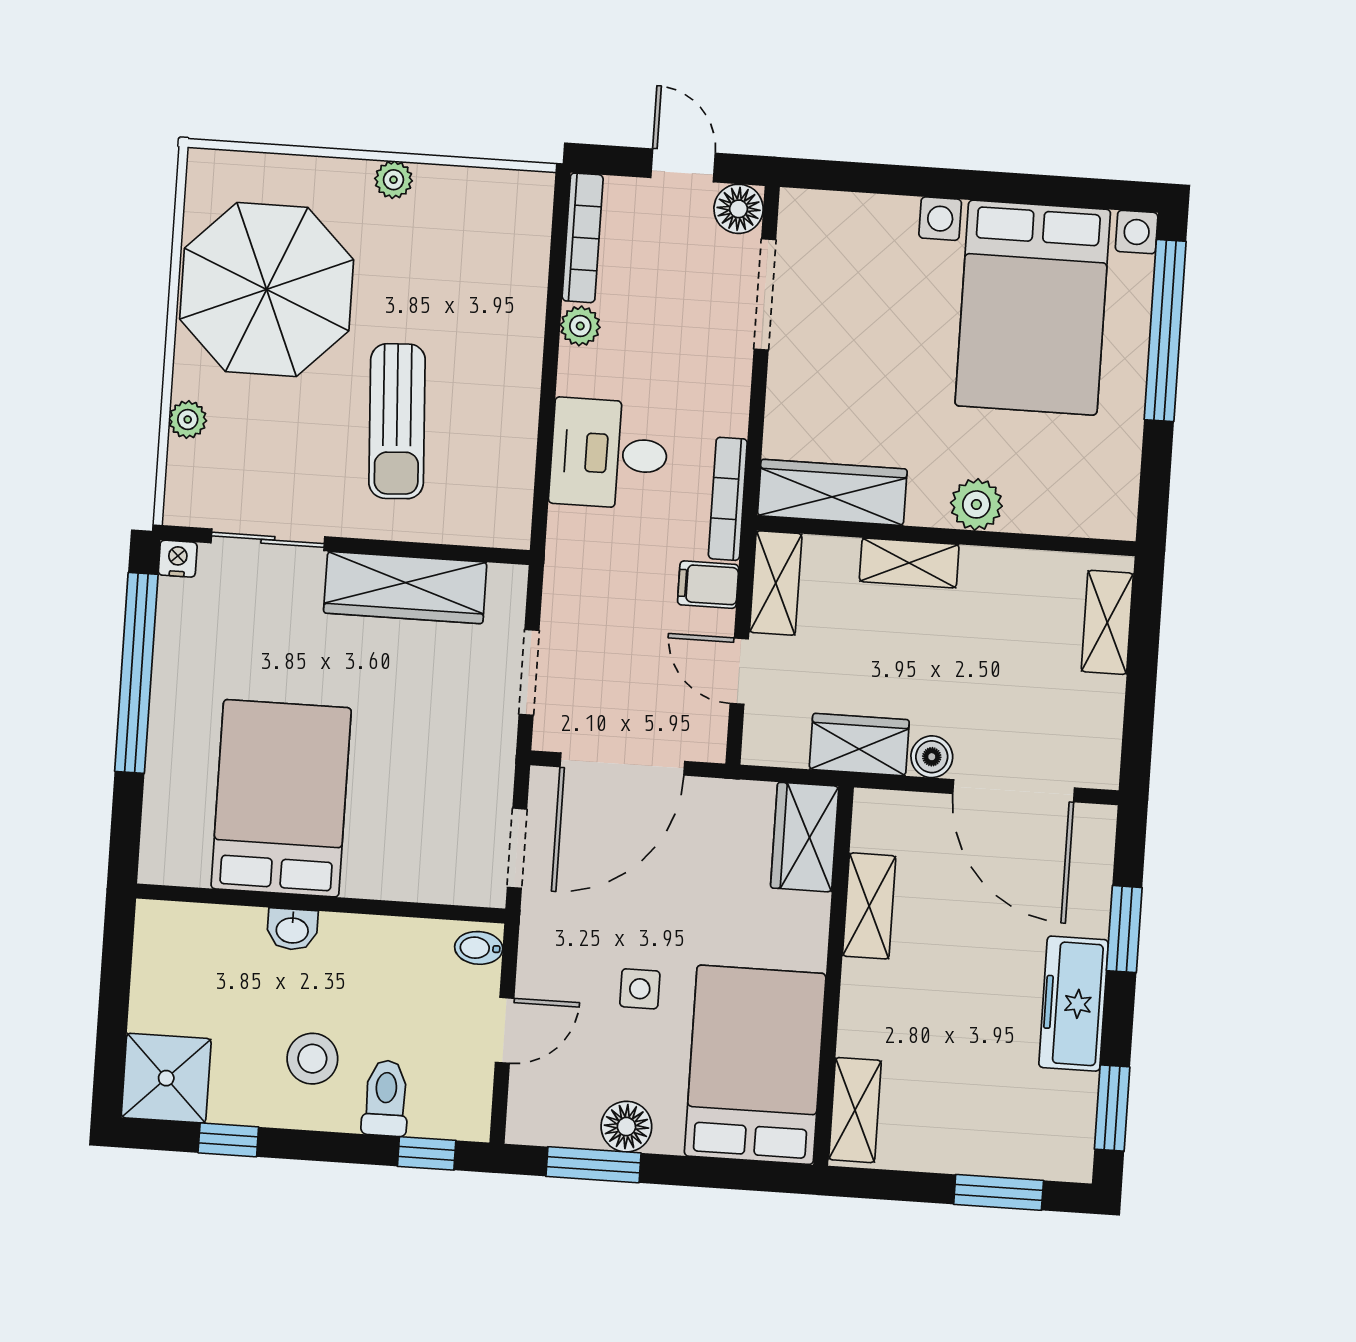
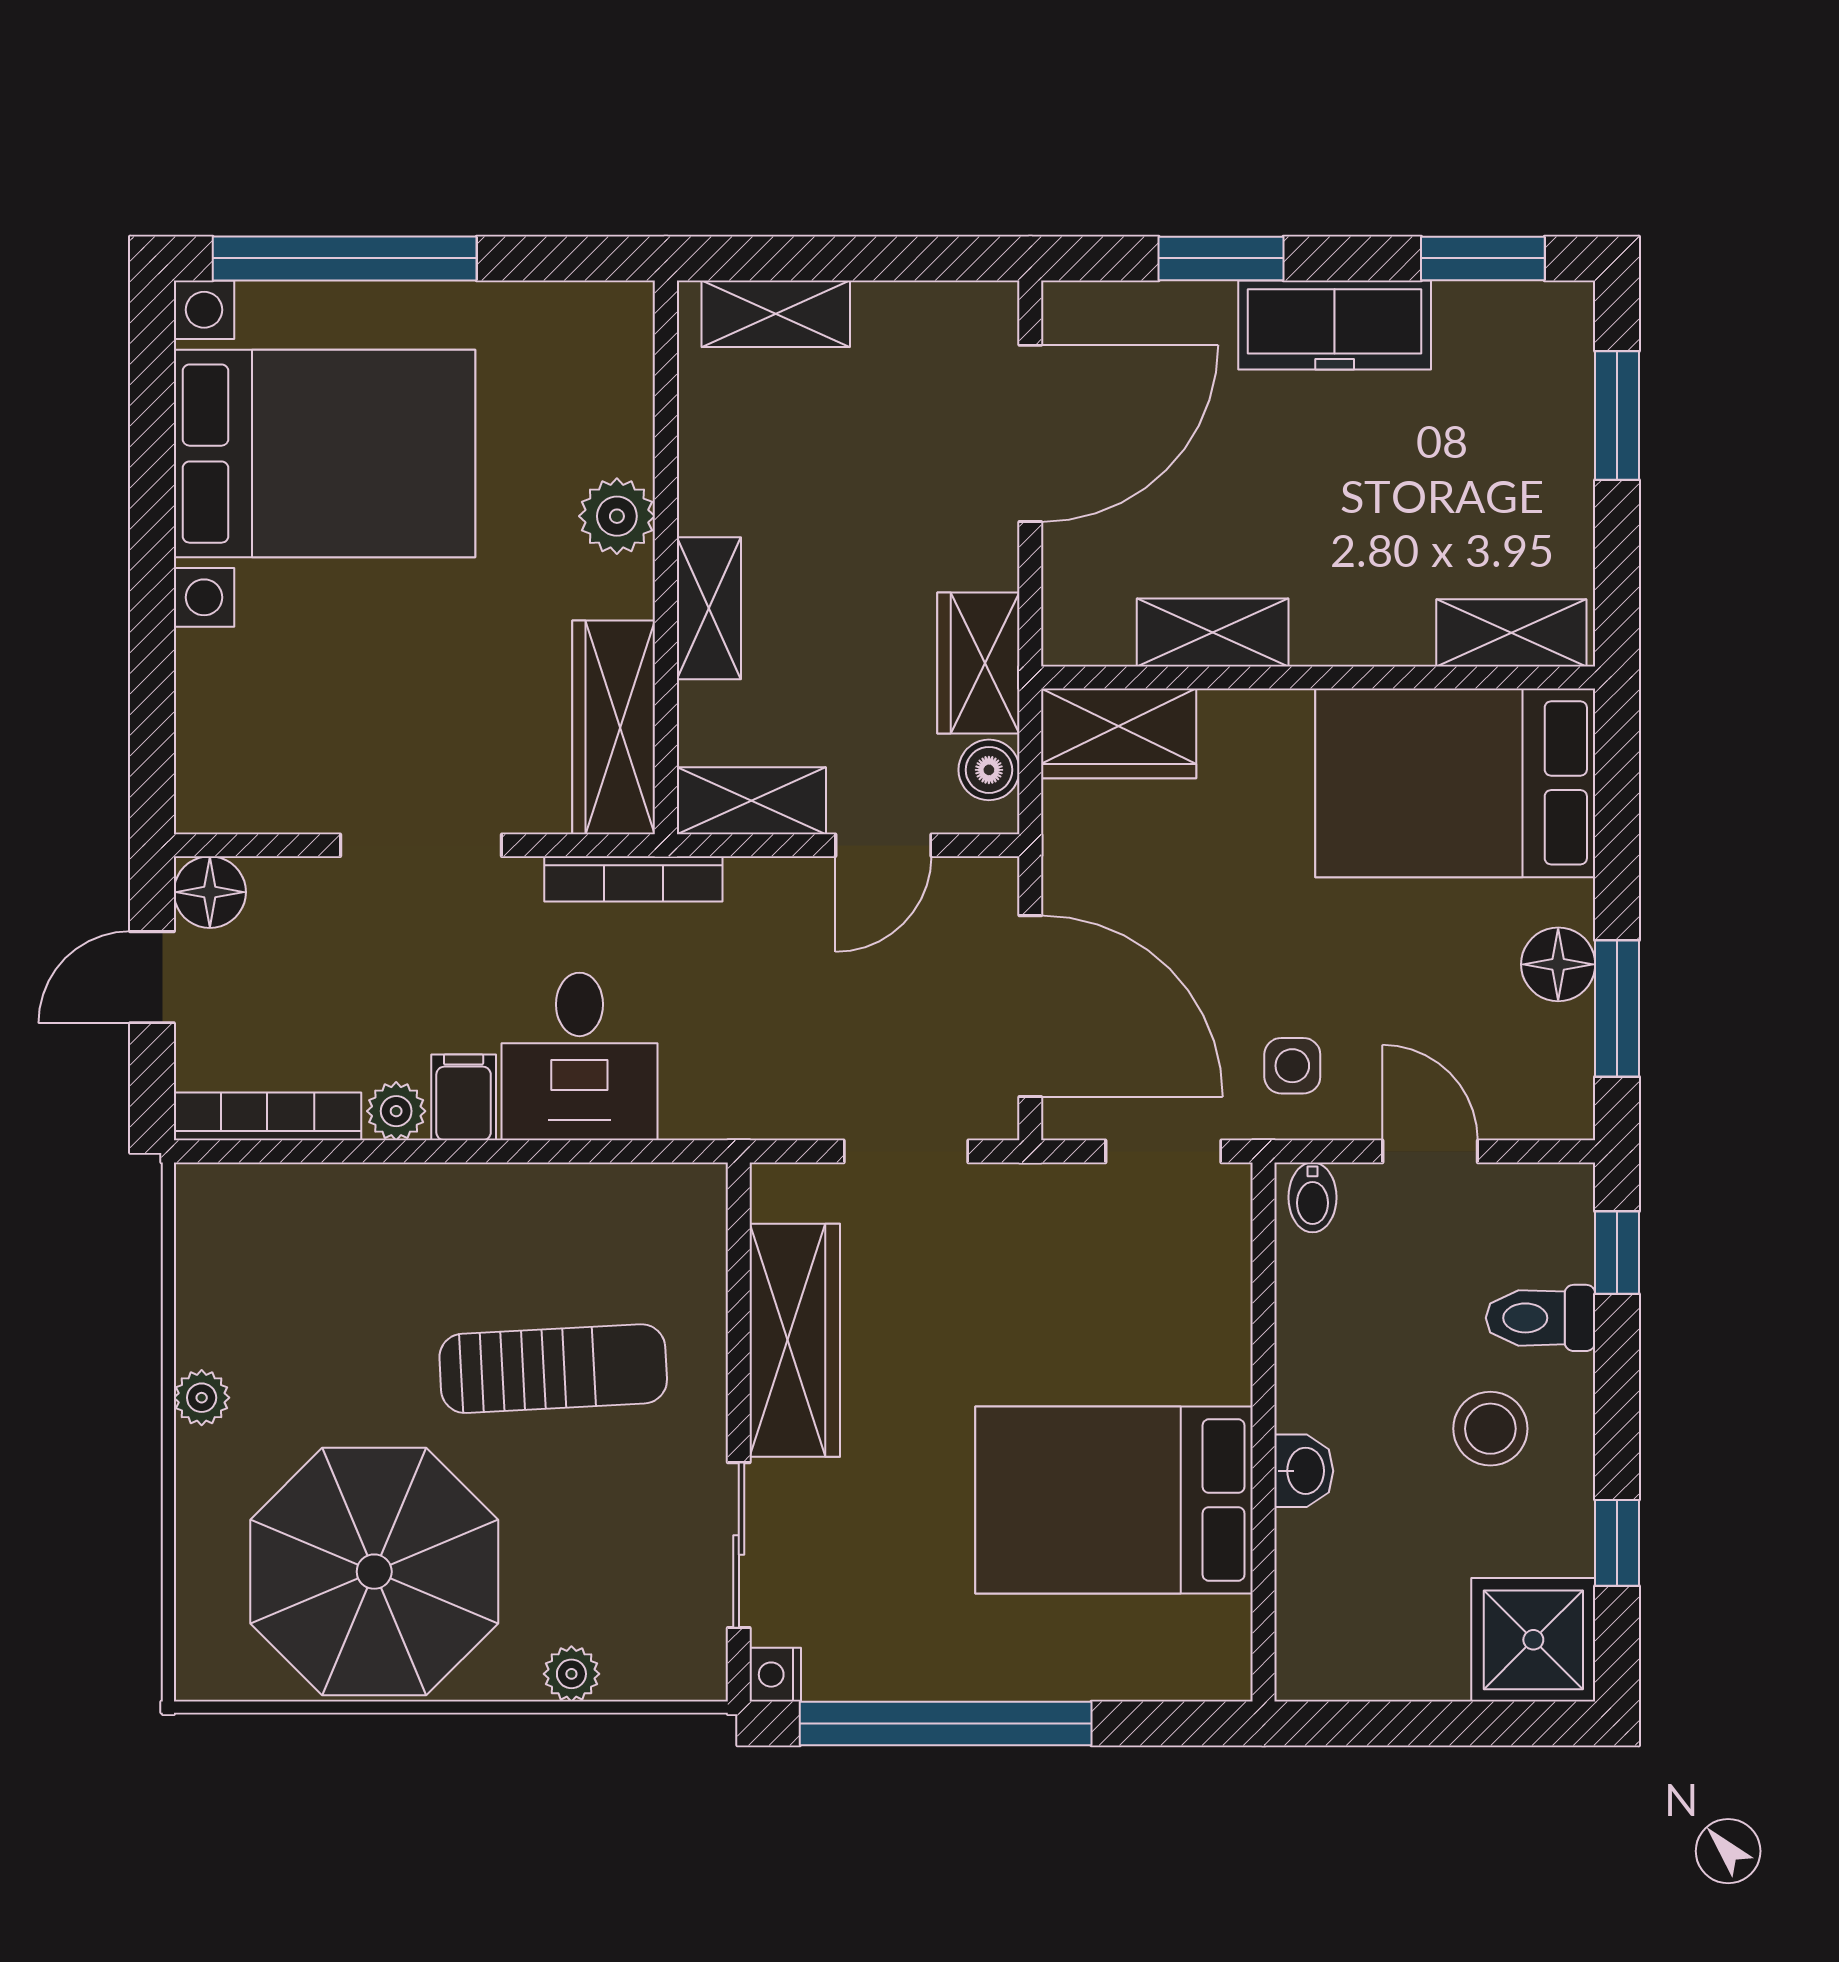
doorway: (765, 294) -> (421, 845), moved
filing cabinet: (708, 585) -> (464, 1097), moved, turned 180
boiler: (932, 757) -> (989, 770), moved
side table: (640, 989) -> (1292, 1066), moved

